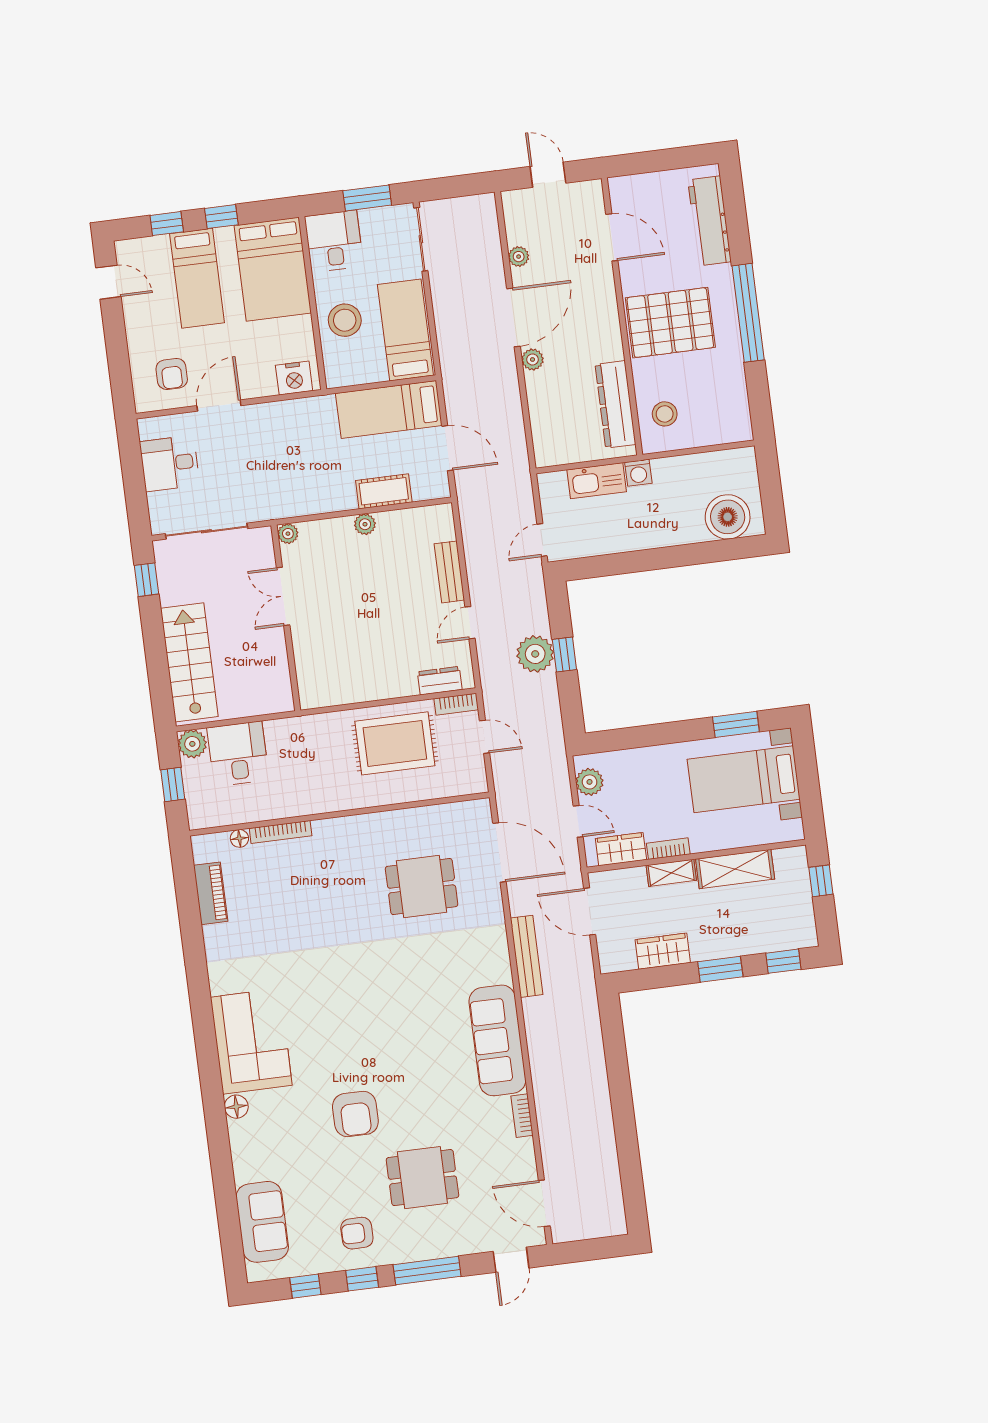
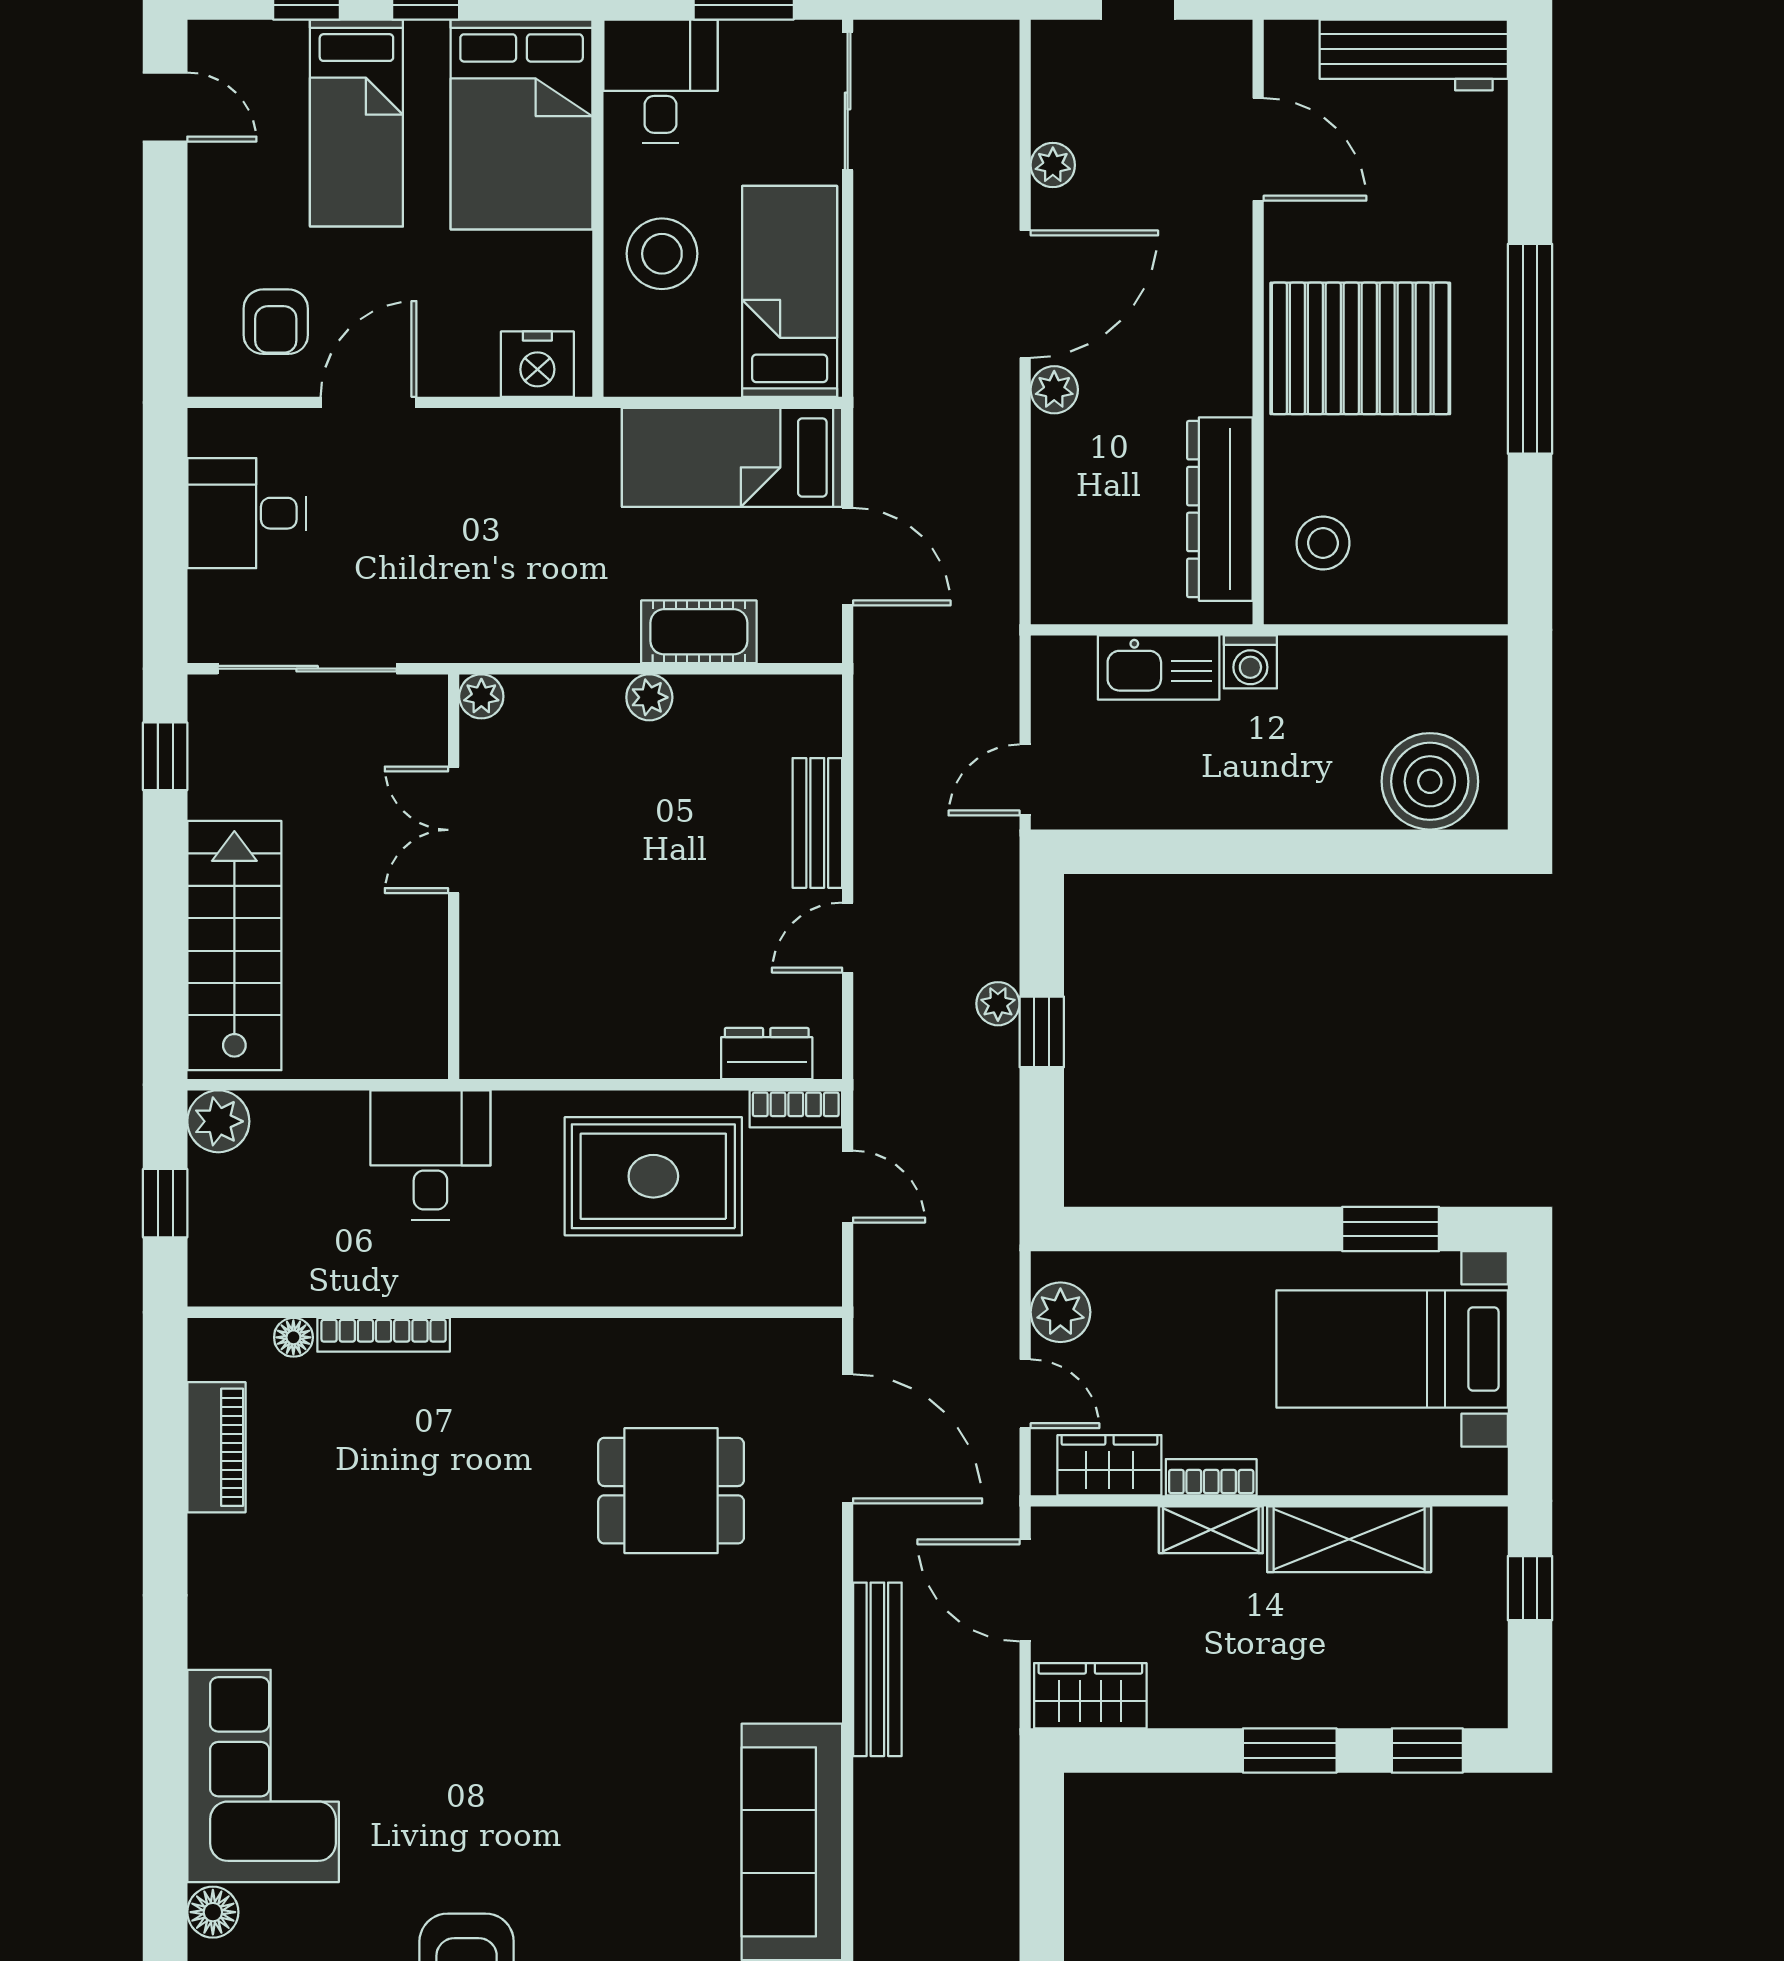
workbench: (710, 221) -> (1414, 55), moved, turned -90
plant: (535, 654) -> (998, 1004), width x0.53, depth x0.53
desk: (238, 754) -> (430, 1155), moved
wardrobe: (663, 951) -> (1090, 1696), moved

